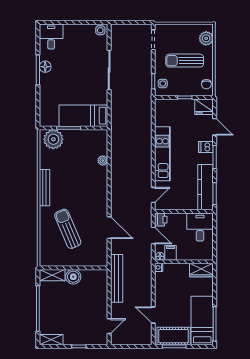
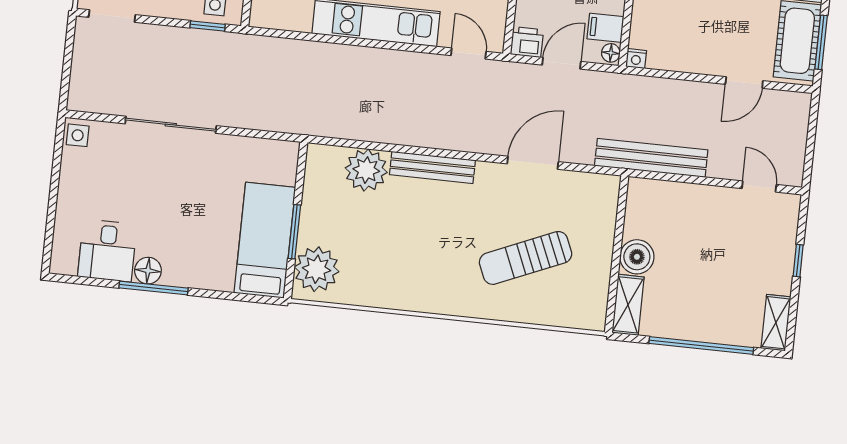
desk: (51, 37) -> (107, 250), moved, turned -90
bed: (83, 116) -> (265, 240), moved, turned 180
plant: (103, 160) -> (366, 170), width x1.88, depth x1.88
bench: (45, 188) -> (432, 167), moved

